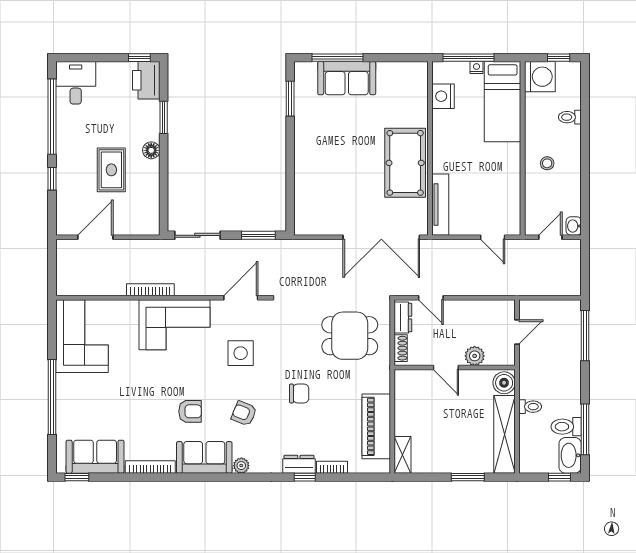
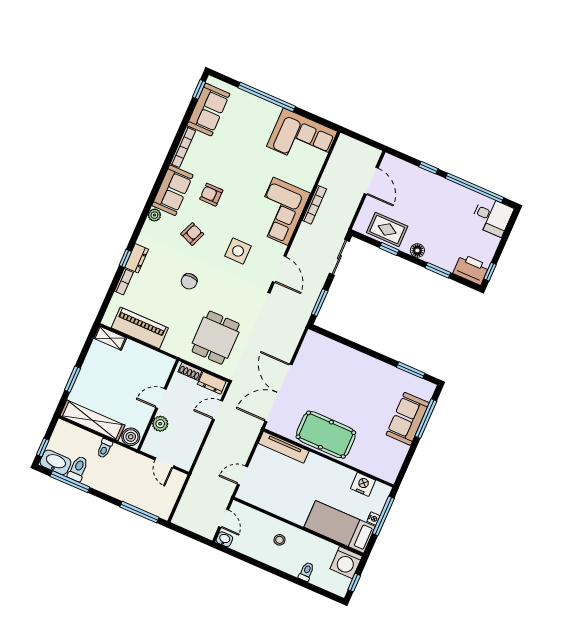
rug: (111, 170) -> (387, 229), moved
window: (164, 183) -> (389, 249), added
armchair: (190, 411) -> (211, 195), turned 90

